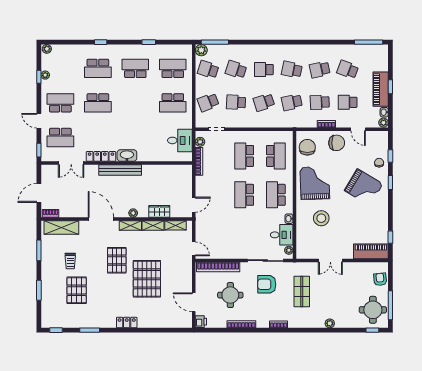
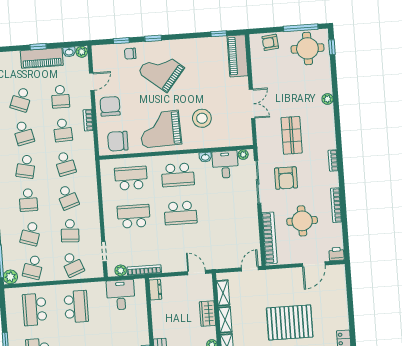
school desk: (244, 156) -> (134, 216), turned 180
dresser: (182, 169) -> (155, 290), added
grand piano: (364, 187) -> (161, 70), turned -82
shop shelf: (302, 291) -> (292, 135), turned 90

